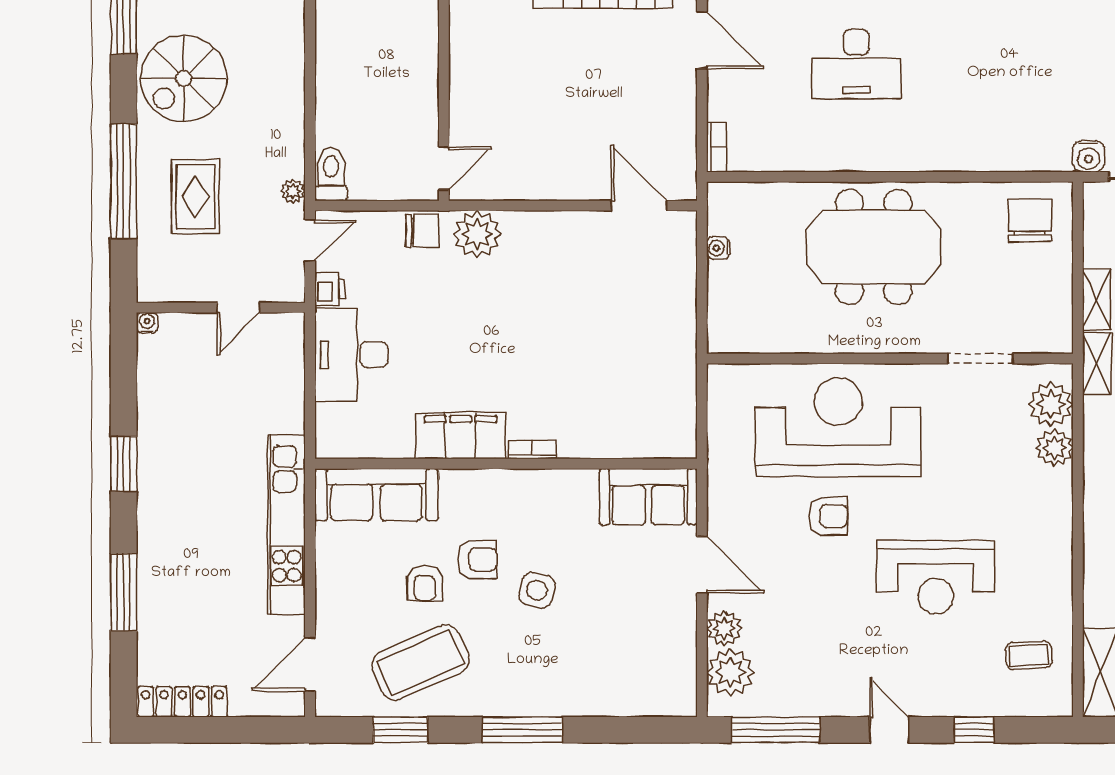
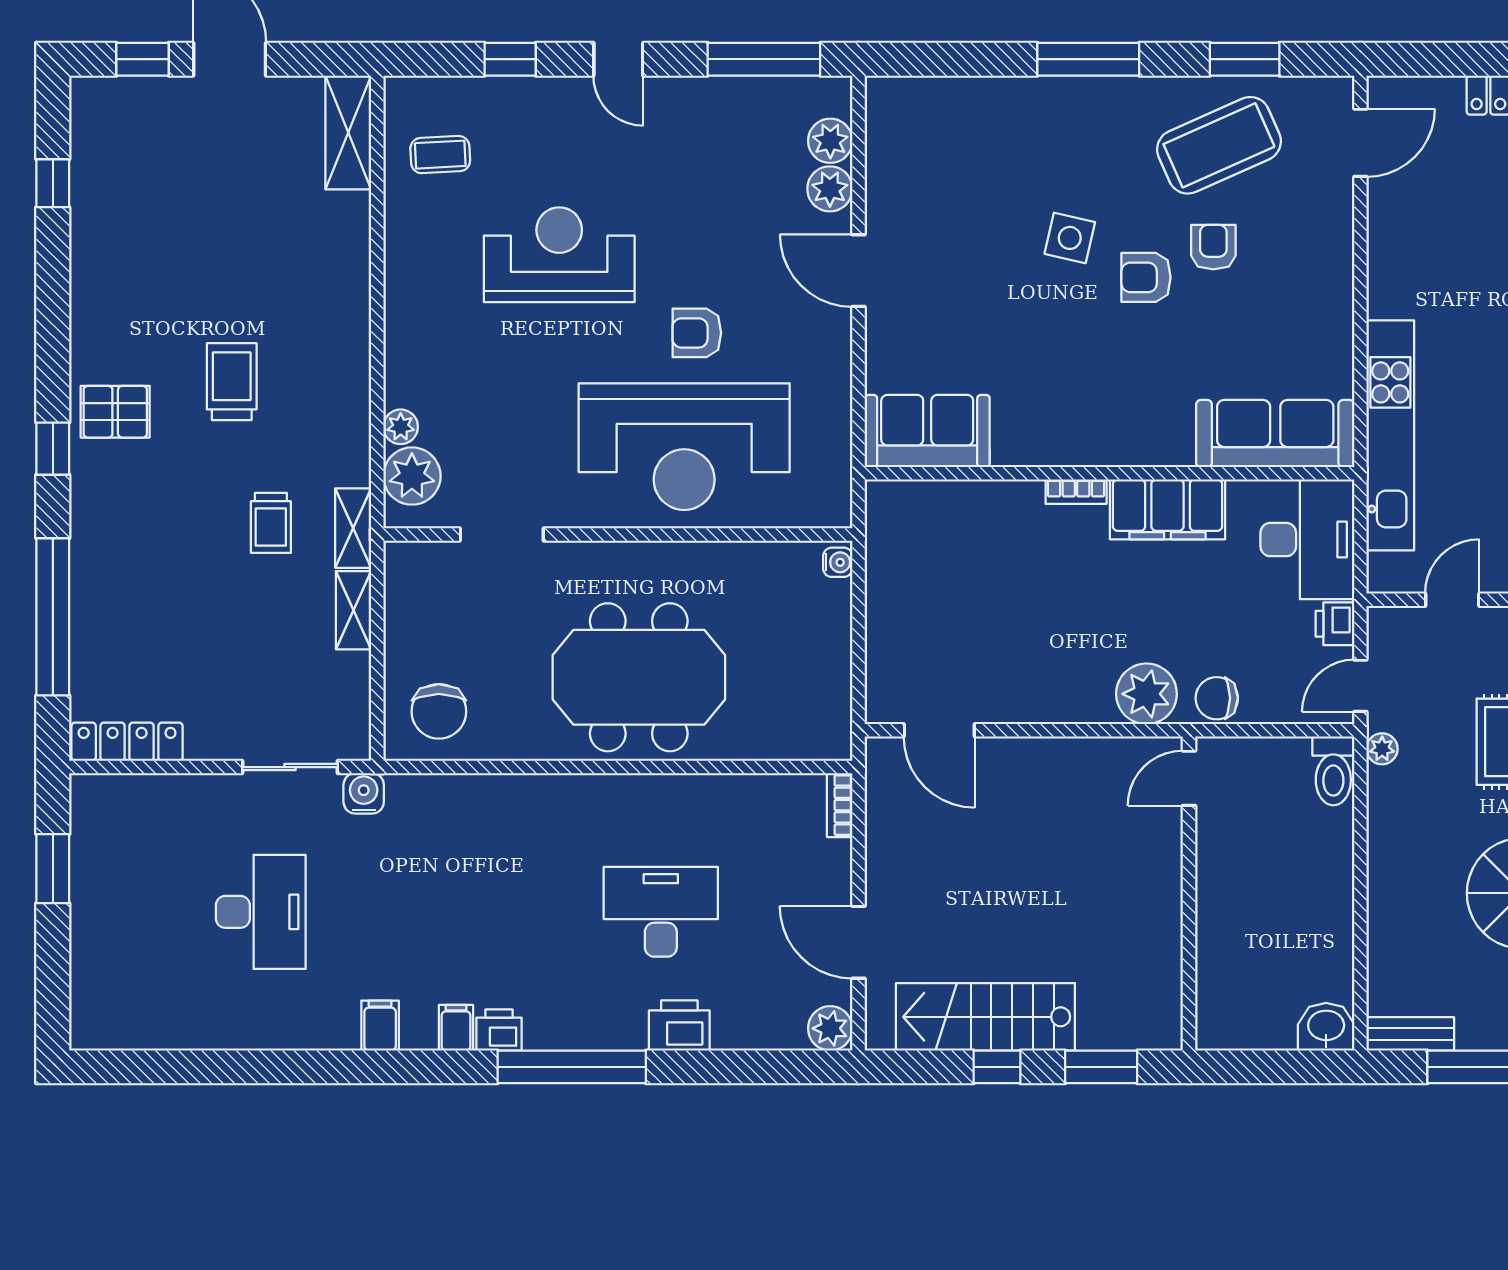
water cooler: (718, 248) -> (838, 562), moved
filing cabinet: (461, 436) -> (1167, 509), moved
plant: (1055, 448) -> (401, 427), width x0.73, depth x0.73
bookcase: (532, 449) -> (1076, 492), moved
wall: (506, 464) -> (1109, 473), moved
sofa: (377, 495) -> (1275, 434), moved
sofa: (648, 497) -> (927, 431), moved
kitchen unit: (287, 525) -> (1390, 435), moved
plant: (730, 672) -> (830, 141), width x0.73, depth x0.73

